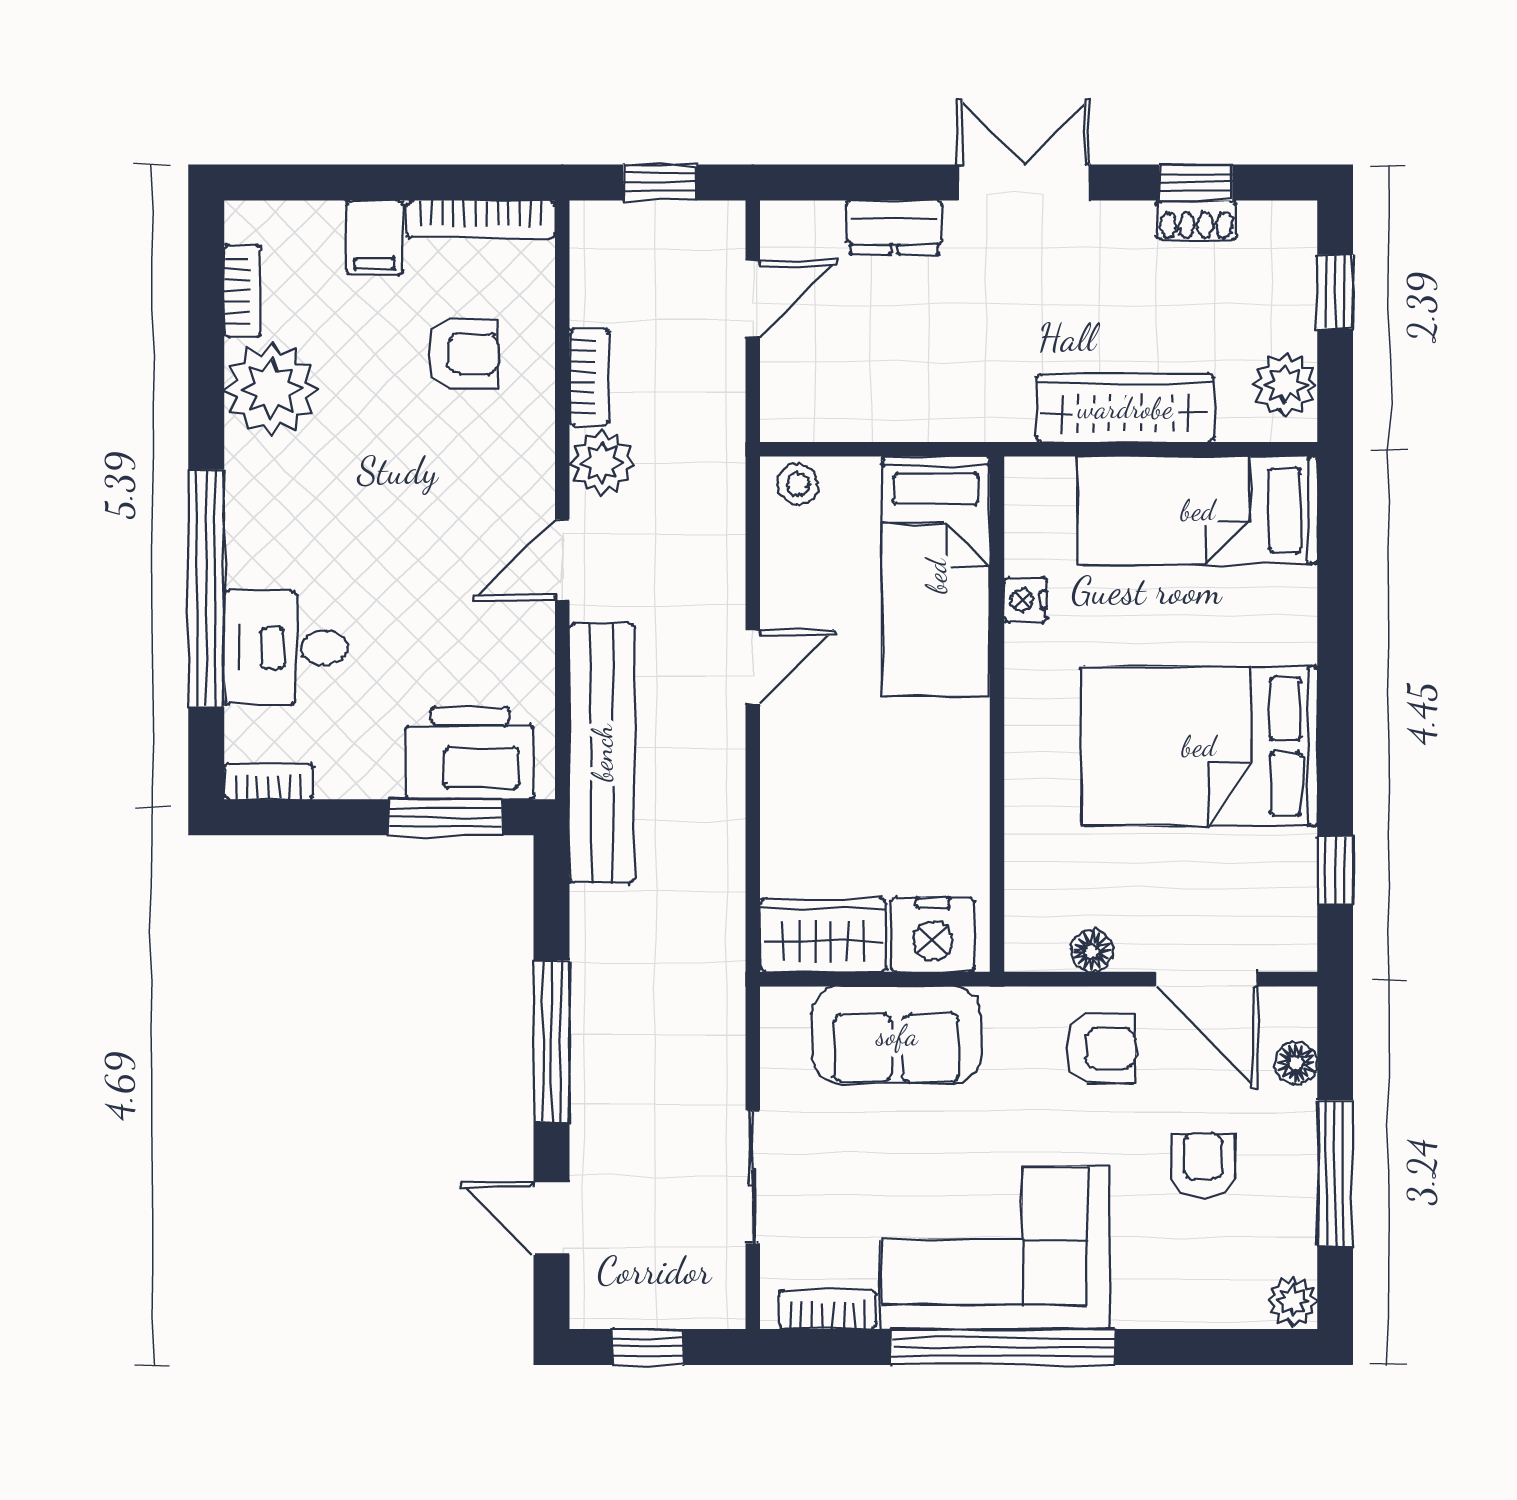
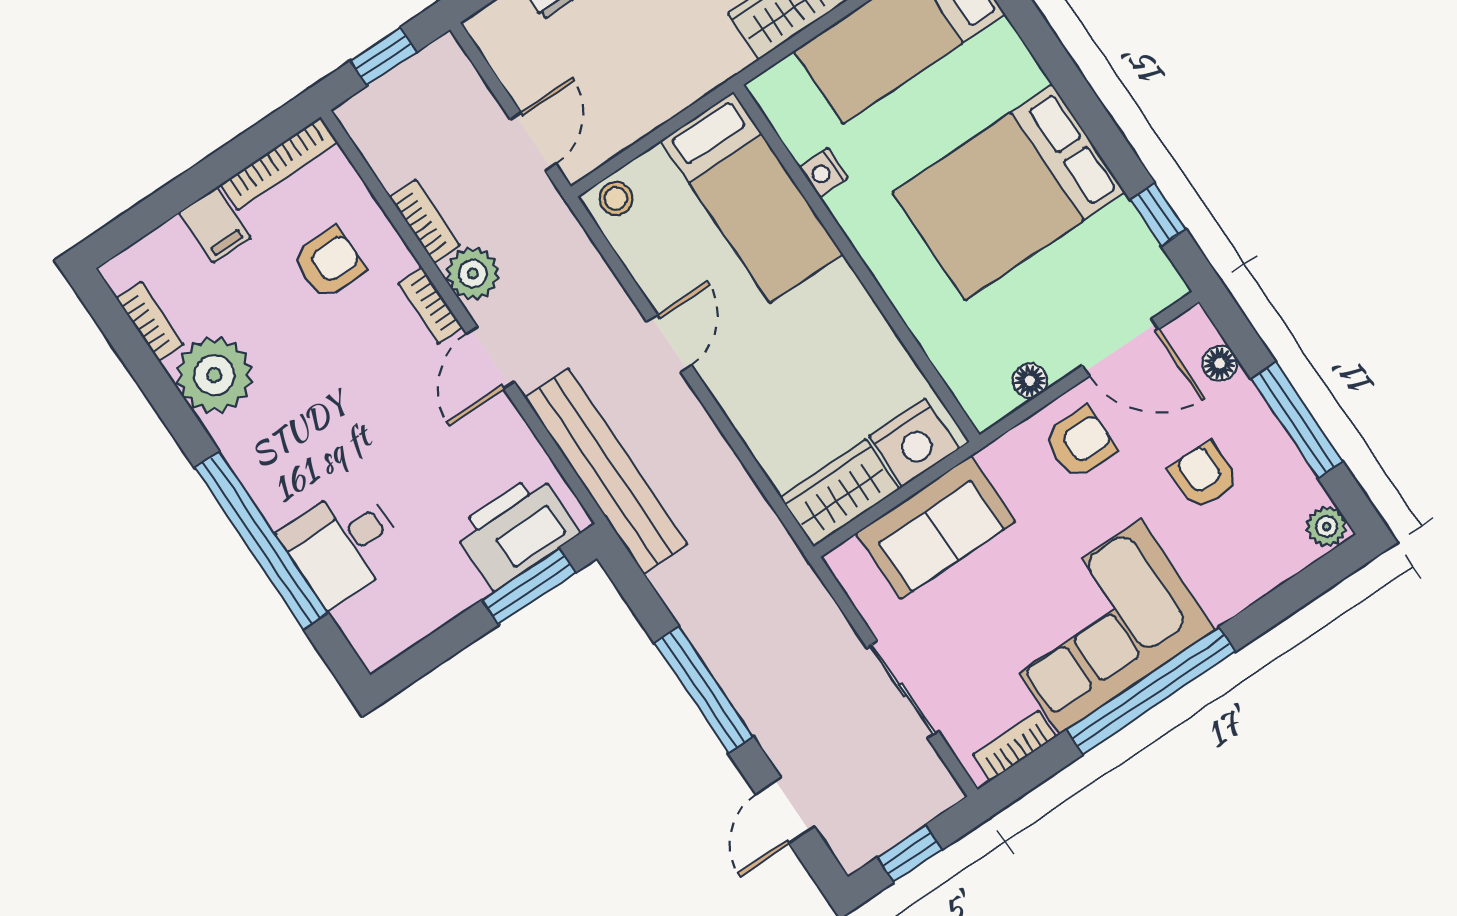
door: (753, 299) -> (533, 142), moved
bookcase: (269, 781) -> (430, 305), moved, turned -90
door: (552, 1219) -> (785, 810), hinge flipped

